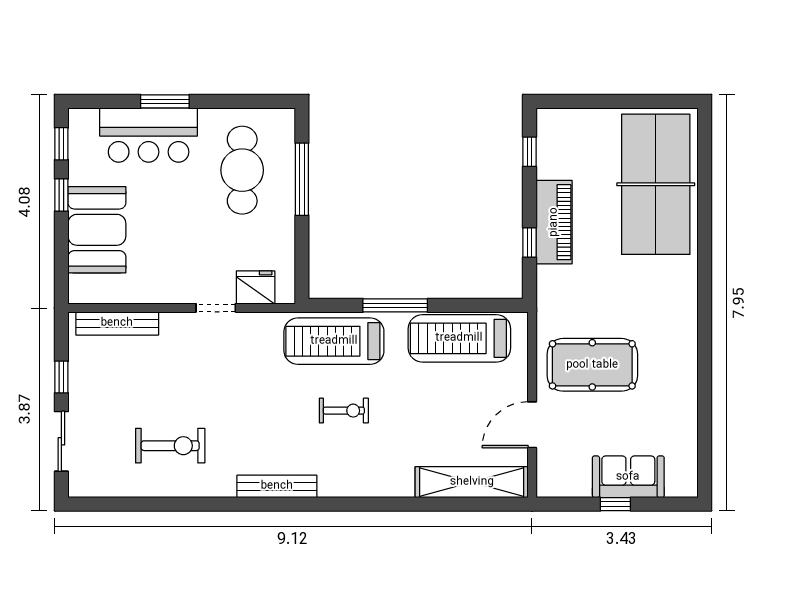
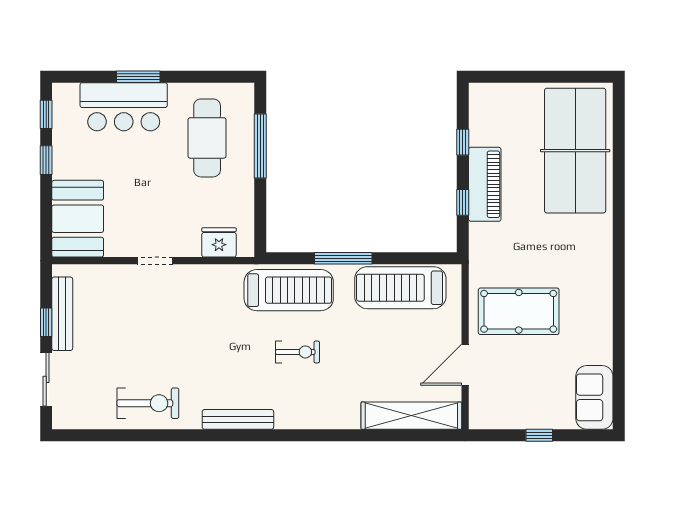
window: (529, 152) -> (463, 142), moved
booth: (97, 230) -> (78, 219), moved
doorway: (216, 308) -> (155, 261), moved
bench: (117, 323) -> (62, 314), moved, turned 90
treadmill: (334, 341) -> (289, 290), turned 180
exercise bike: (170, 446) -> (148, 403), moved
sofa: (628, 477) -> (594, 397), moved, turned -90

